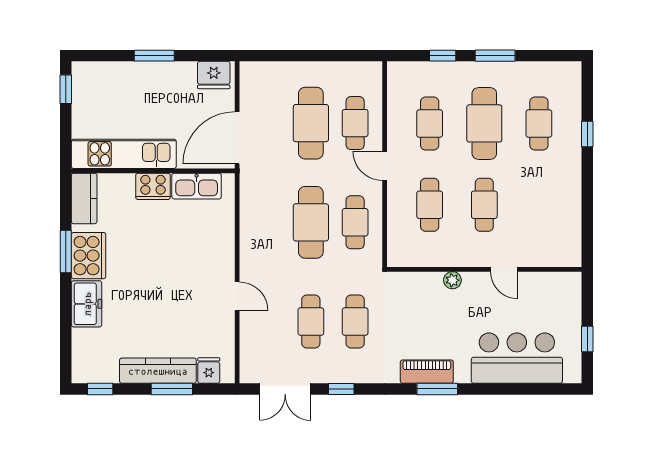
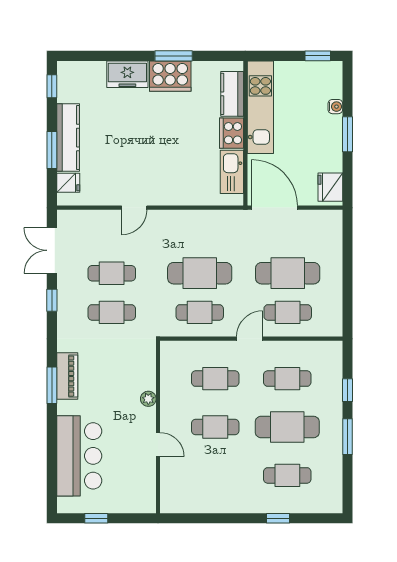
water cooler: (123, 69) -> (335, 107), added
kitchen counter: (84, 198) -> (232, 94), moved, turned 90
door: (504, 269) -> (158, 445), swing flipped

